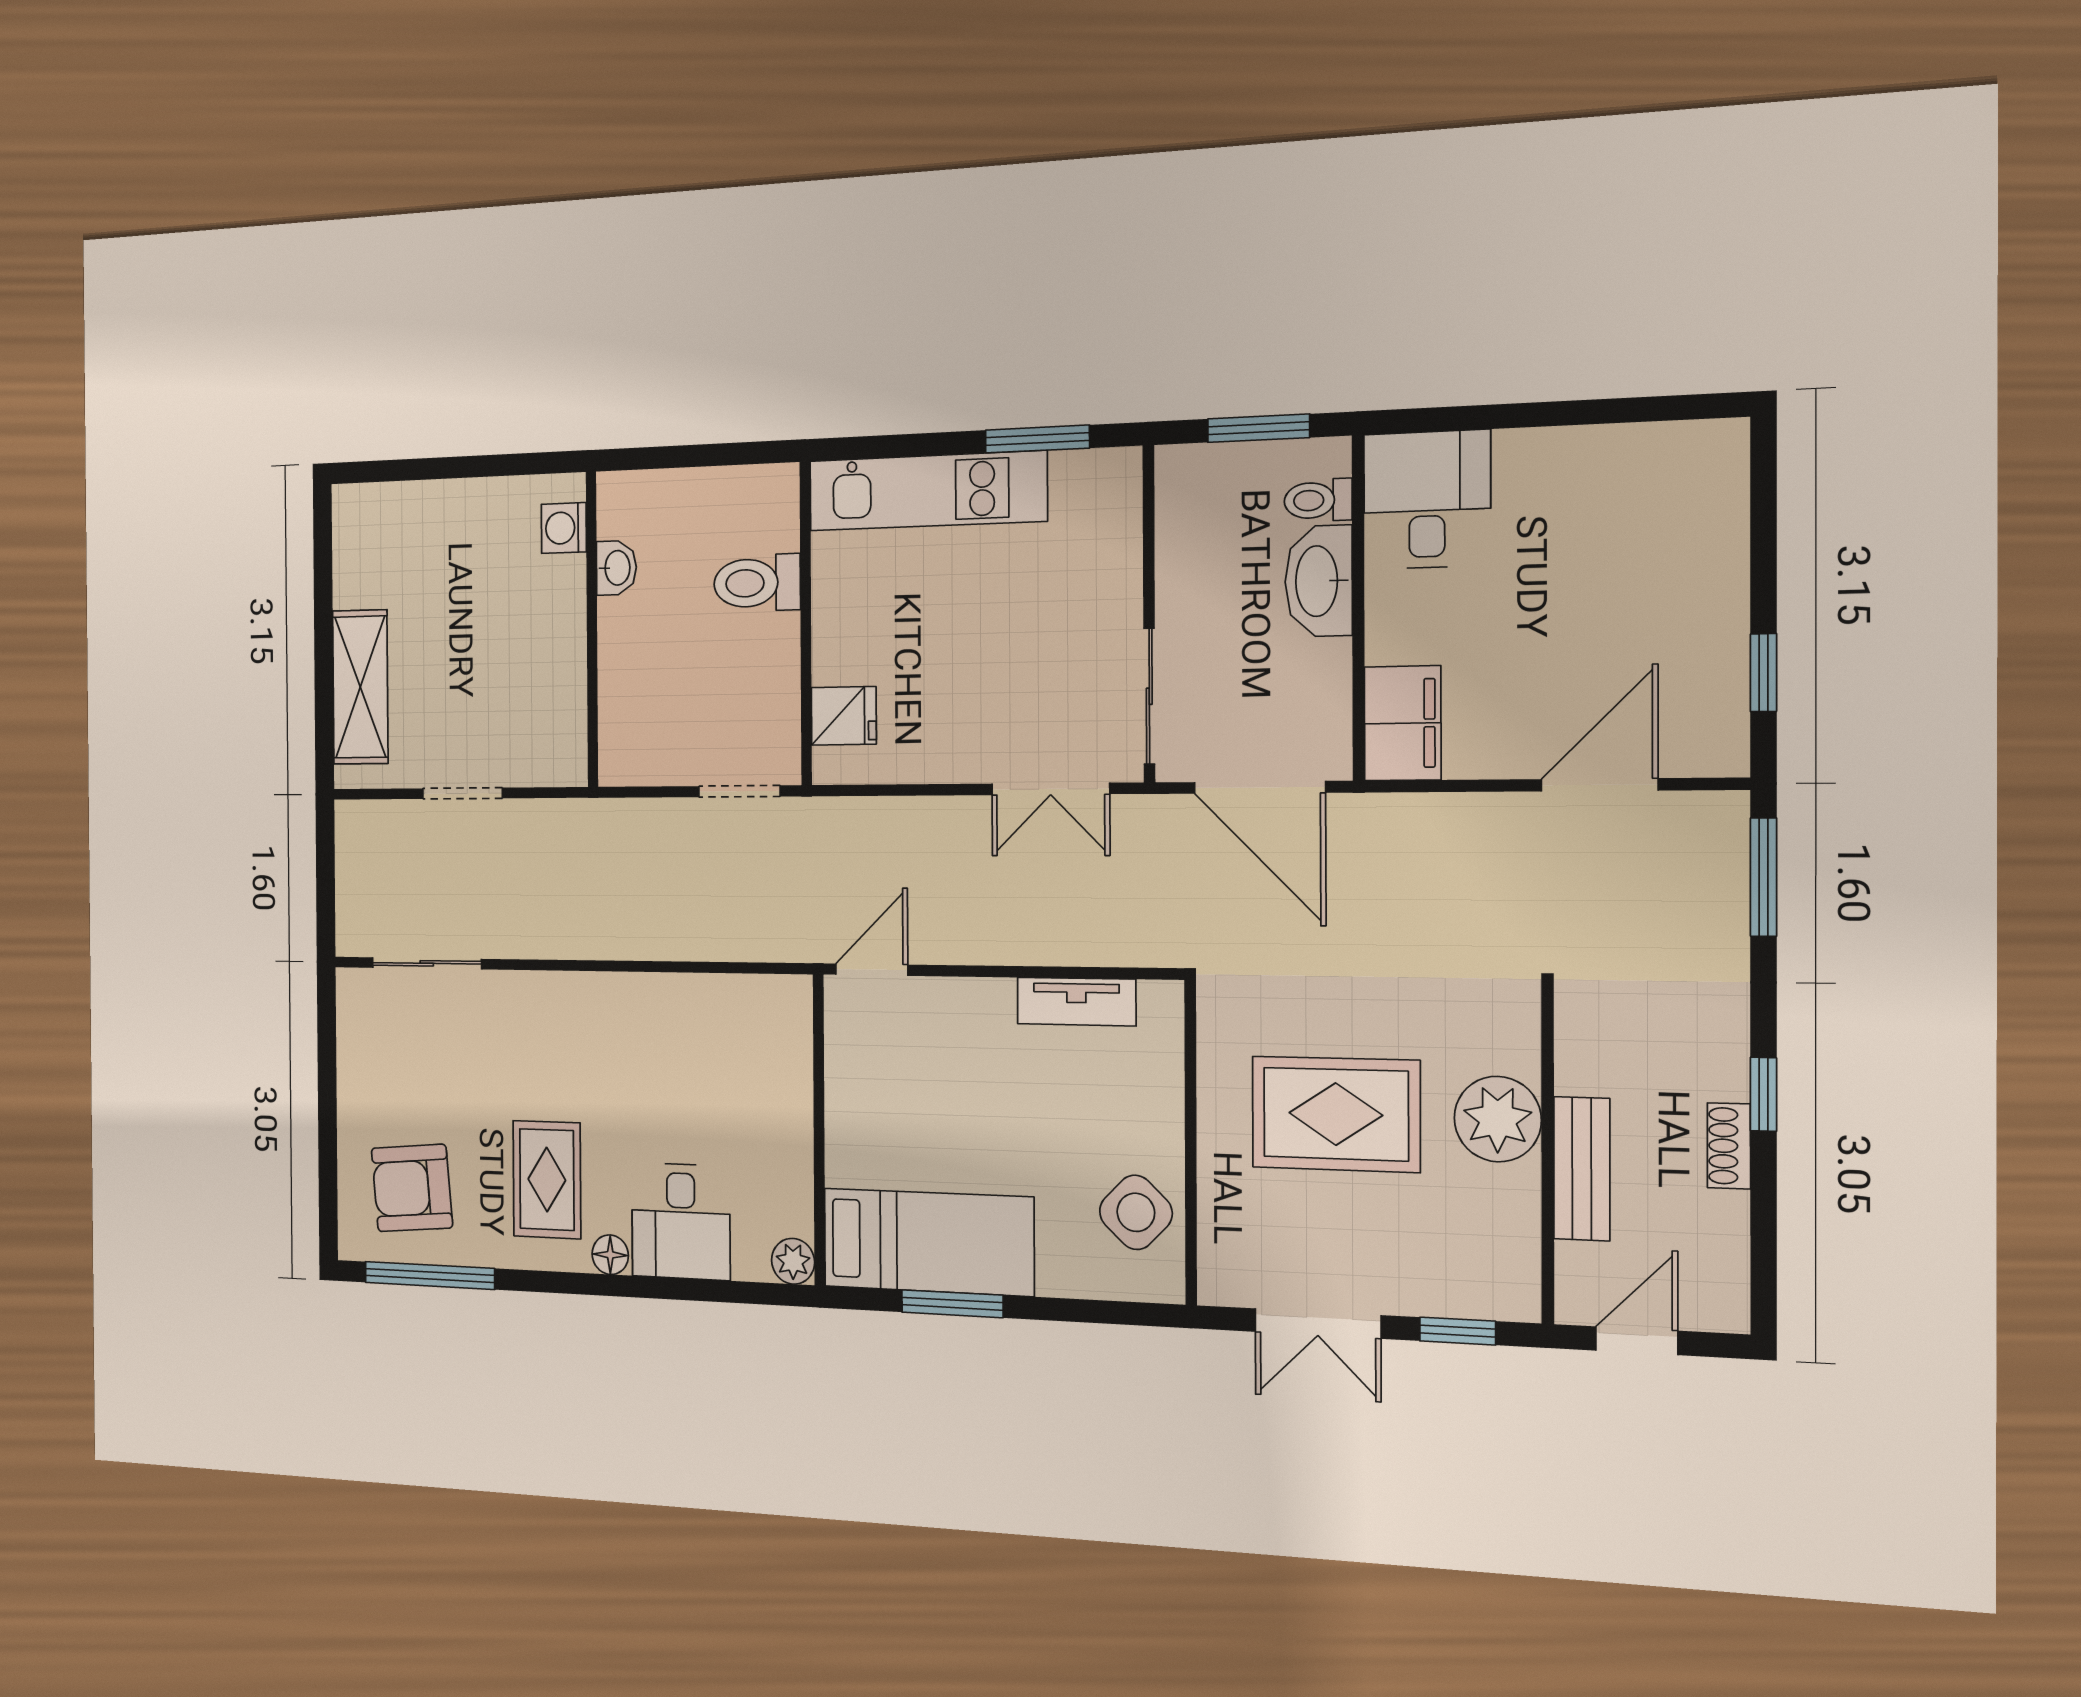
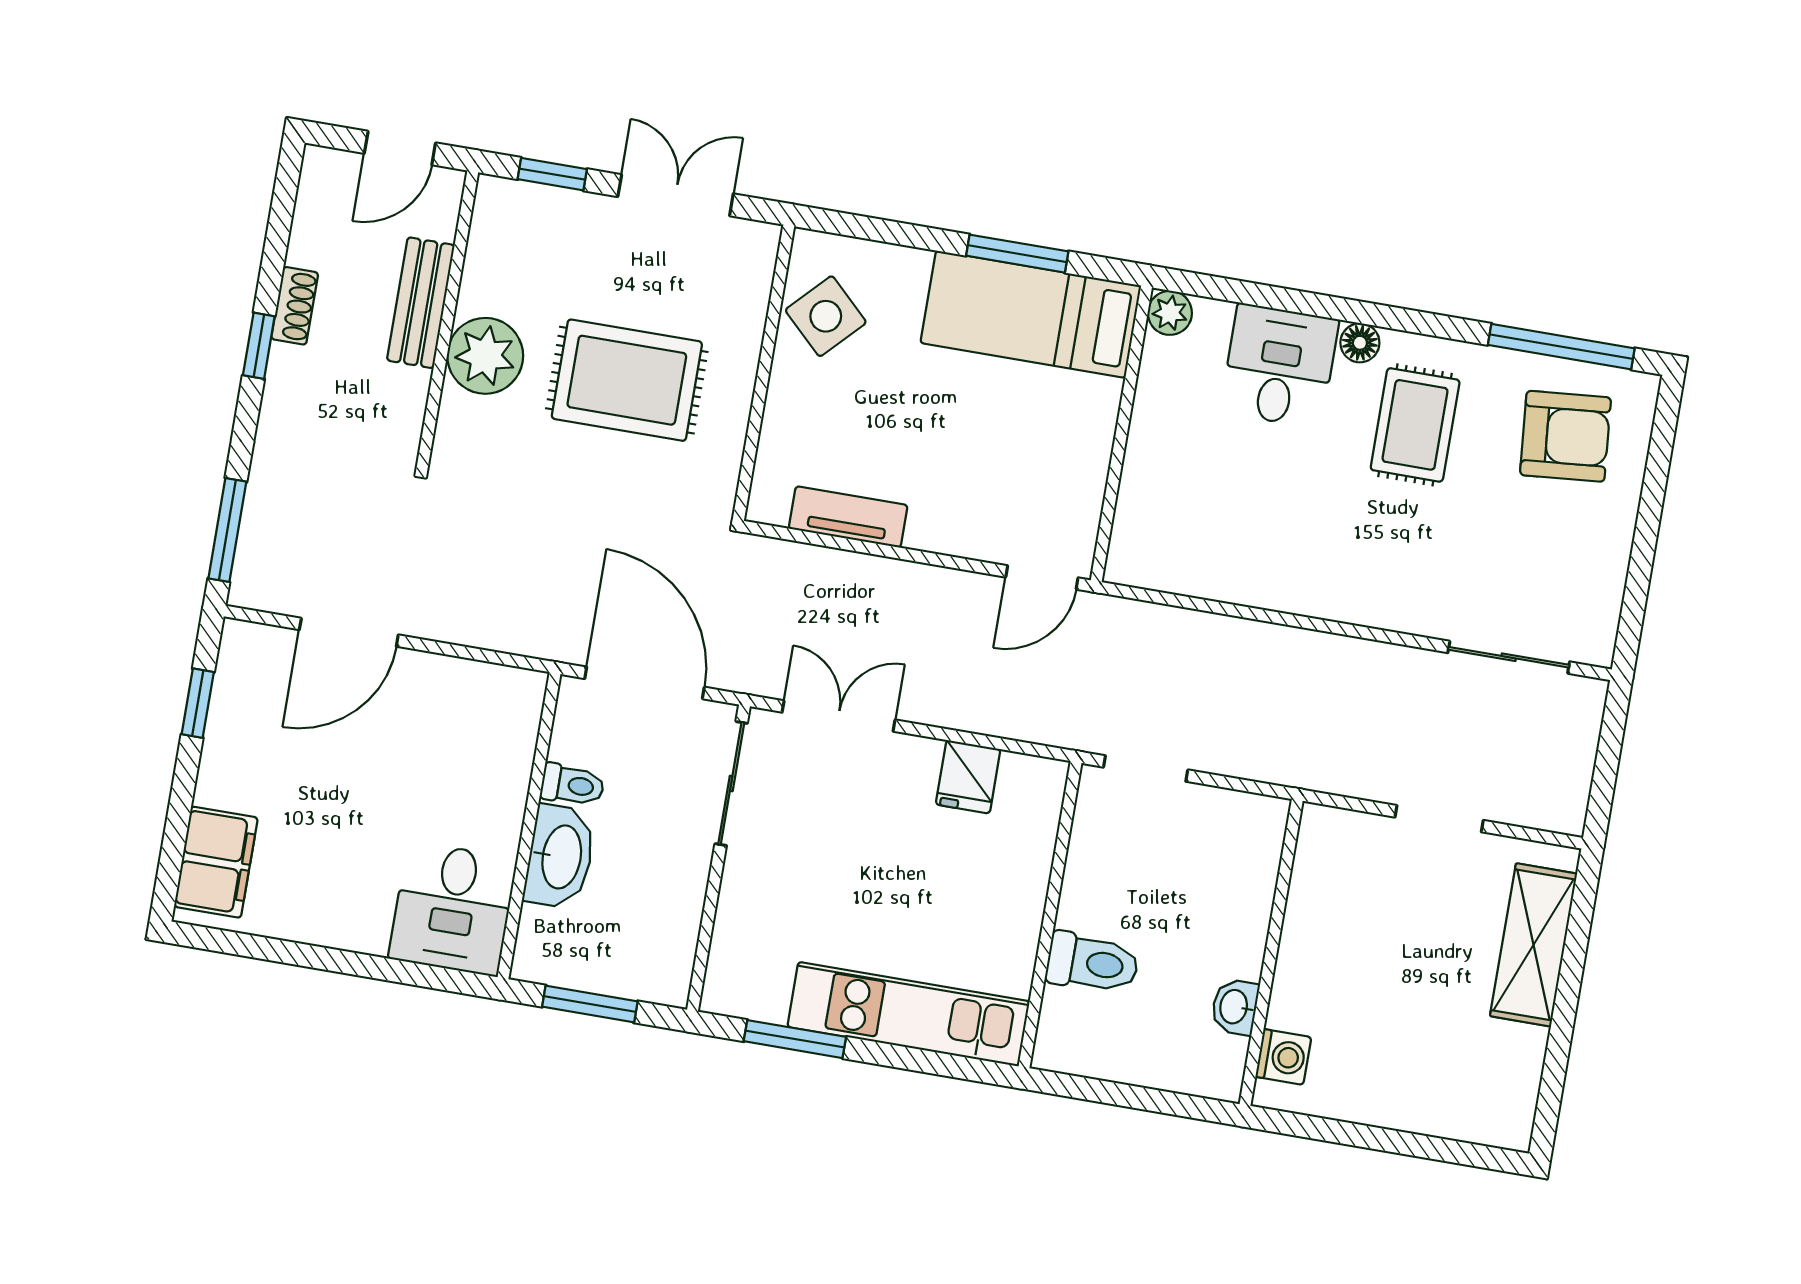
toilet: (1318, 500) -> (572, 785), moved
fridge: (844, 716) -> (968, 777), moved, turned -90
filing cabinet: (1403, 723) -> (216, 862), moved, turned 180

